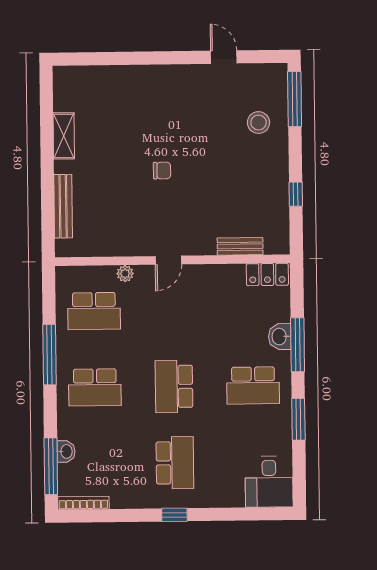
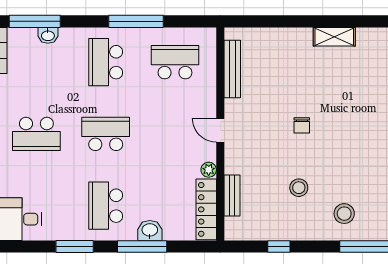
stool: (231, 173) -> (299, 188), added
bench: (63, 206) -> (232, 69), moved, turned 90
plant: (125, 274) -> (209, 170), moved
locker: (267, 274) -> (206, 209), width x1.53
school desk: (94, 311) -> (175, 62), turned 90

